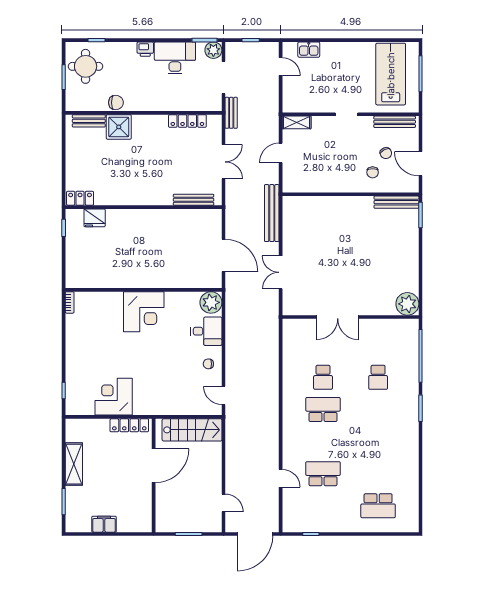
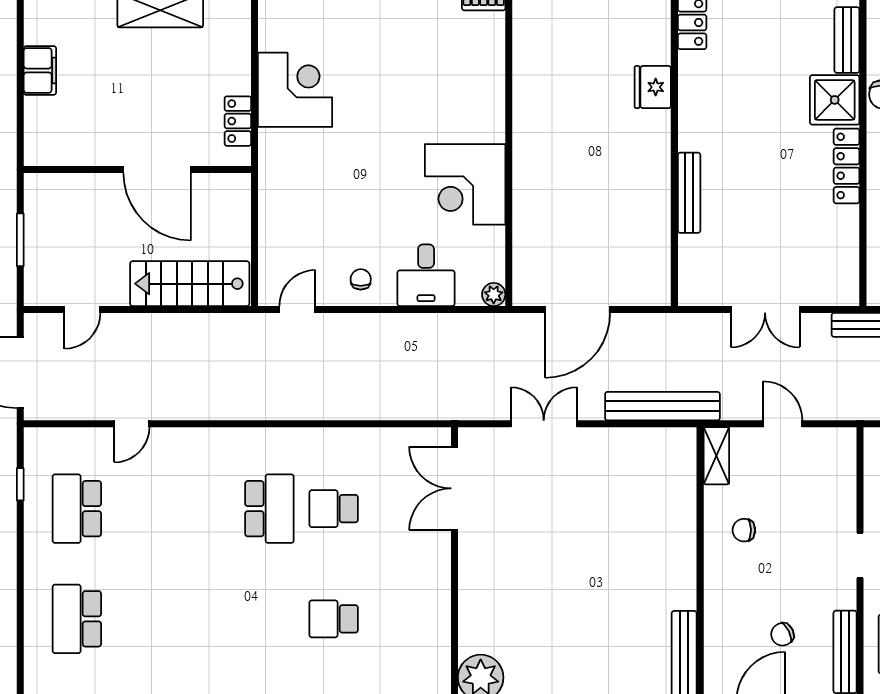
locker: (187, 121) -> (847, 166), moved
shelving: (297, 122) -> (716, 456), moved
chair: (373, 172) -> (744, 530), moved
bench: (194, 200) -> (689, 193), moved
fridge: (95, 218) -> (653, 87), moved
plant: (211, 302) -> (494, 295), width x0.53, depth x0.53
corner desk: (144, 312) -> (465, 184), moved
double door: (338, 317) -> (454, 488), moved
locker: (129, 425) -> (238, 121), width x0.66
stairs: (192, 430) -> (190, 284), moved, turned 90
school desk: (323, 474) -> (77, 509), moved, turned 180

